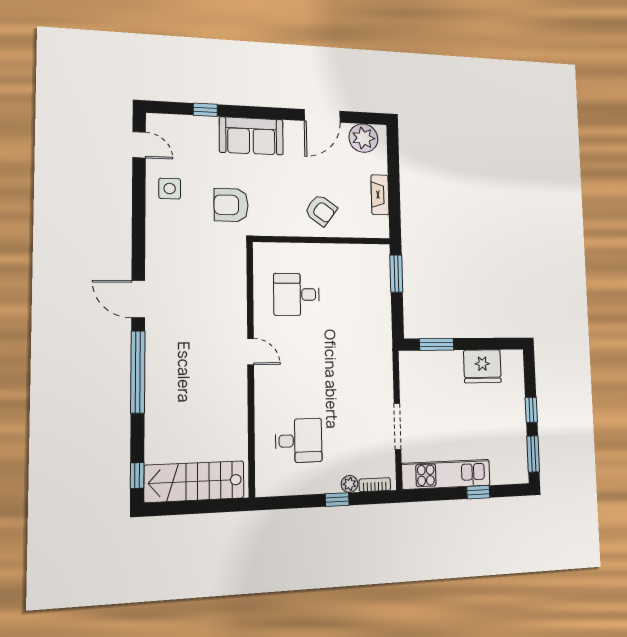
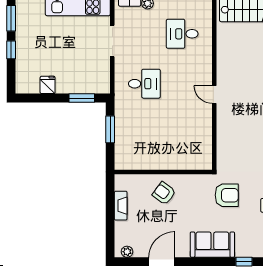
plant: (363, 138) -> (127, 252), width x0.53, depth x0.53
window: (396, 274) -> (110, 129), moved
desk: (297, 294) -> (144, 84), moved
fridge: (482, 366) -> (48, 85), width x0.53, depth x0.75

